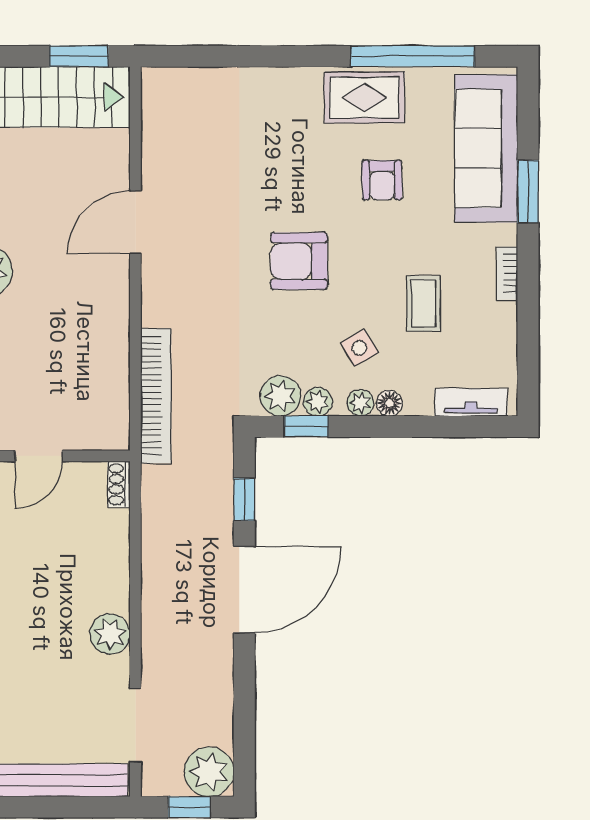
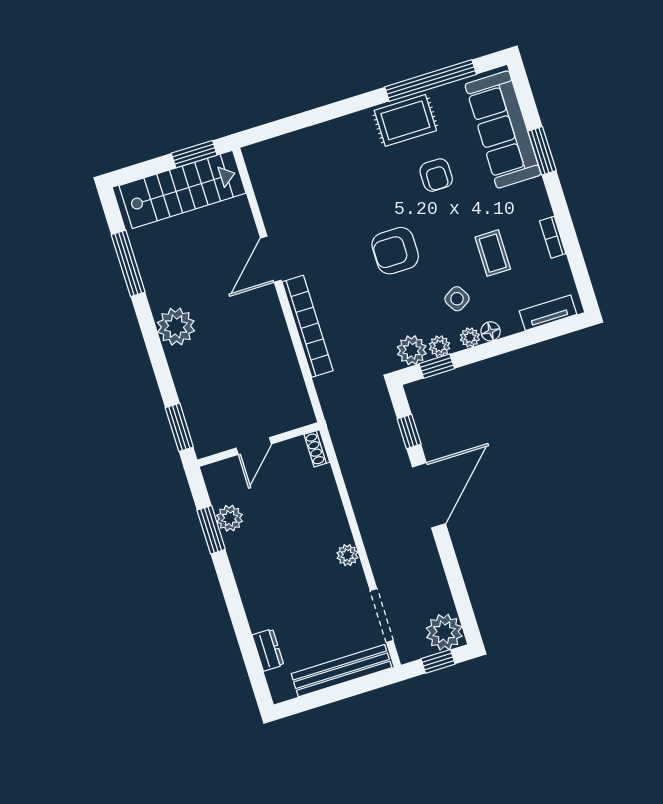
bookcase: (507, 273) -> (553, 237), moved
bookcase: (156, 396) -> (308, 326), moved
plant: (110, 634) -> (347, 555), width x0.73, depth x0.73

